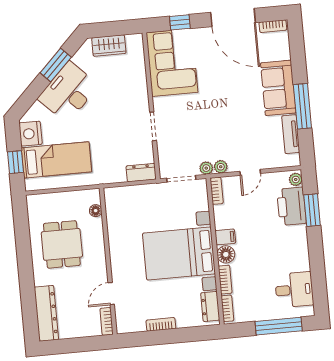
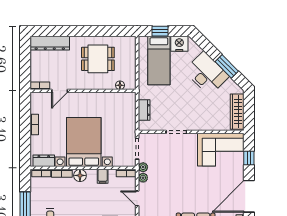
wardrobe: (109, 46) -> (237, 112), width x1.50
dresser: (141, 173) -> (144, 110), moved
filing cabinet: (225, 237) -> (103, 176), moved
door: (111, 294) -> (60, 91), swing flipped

